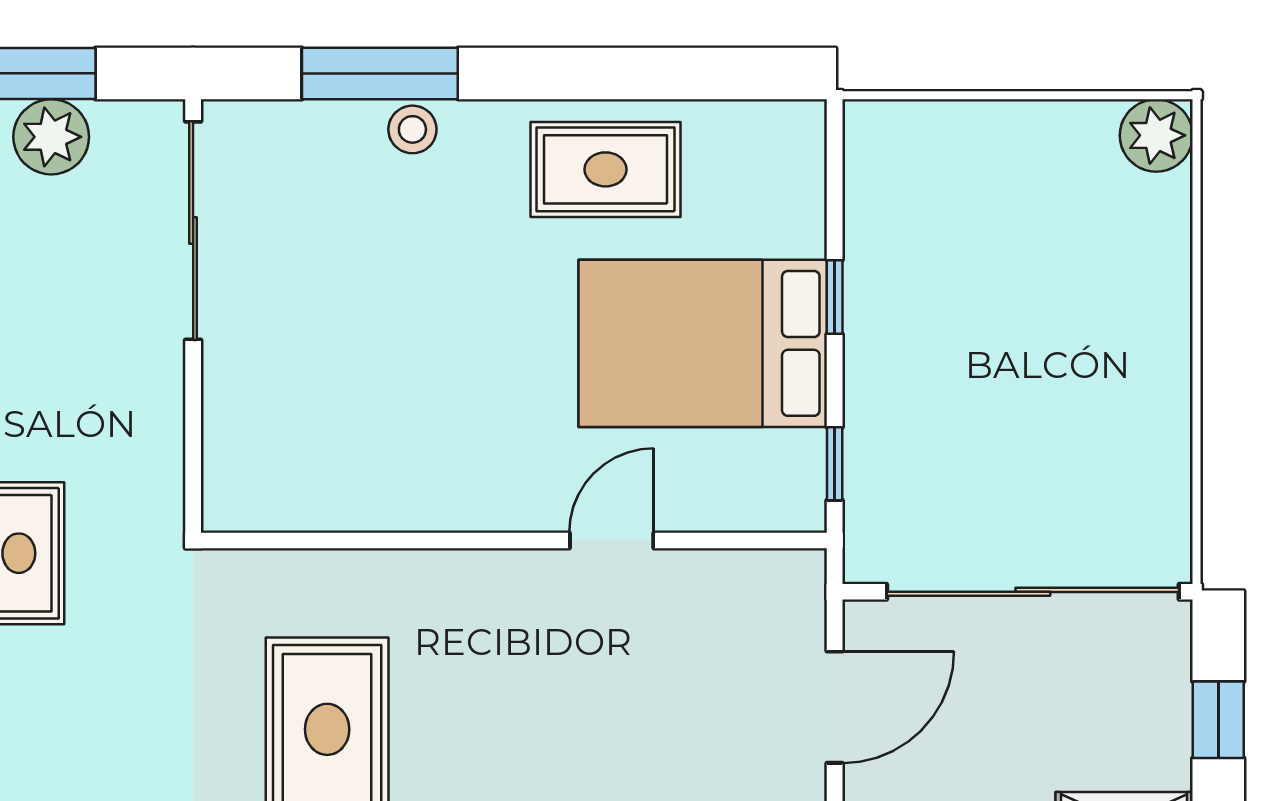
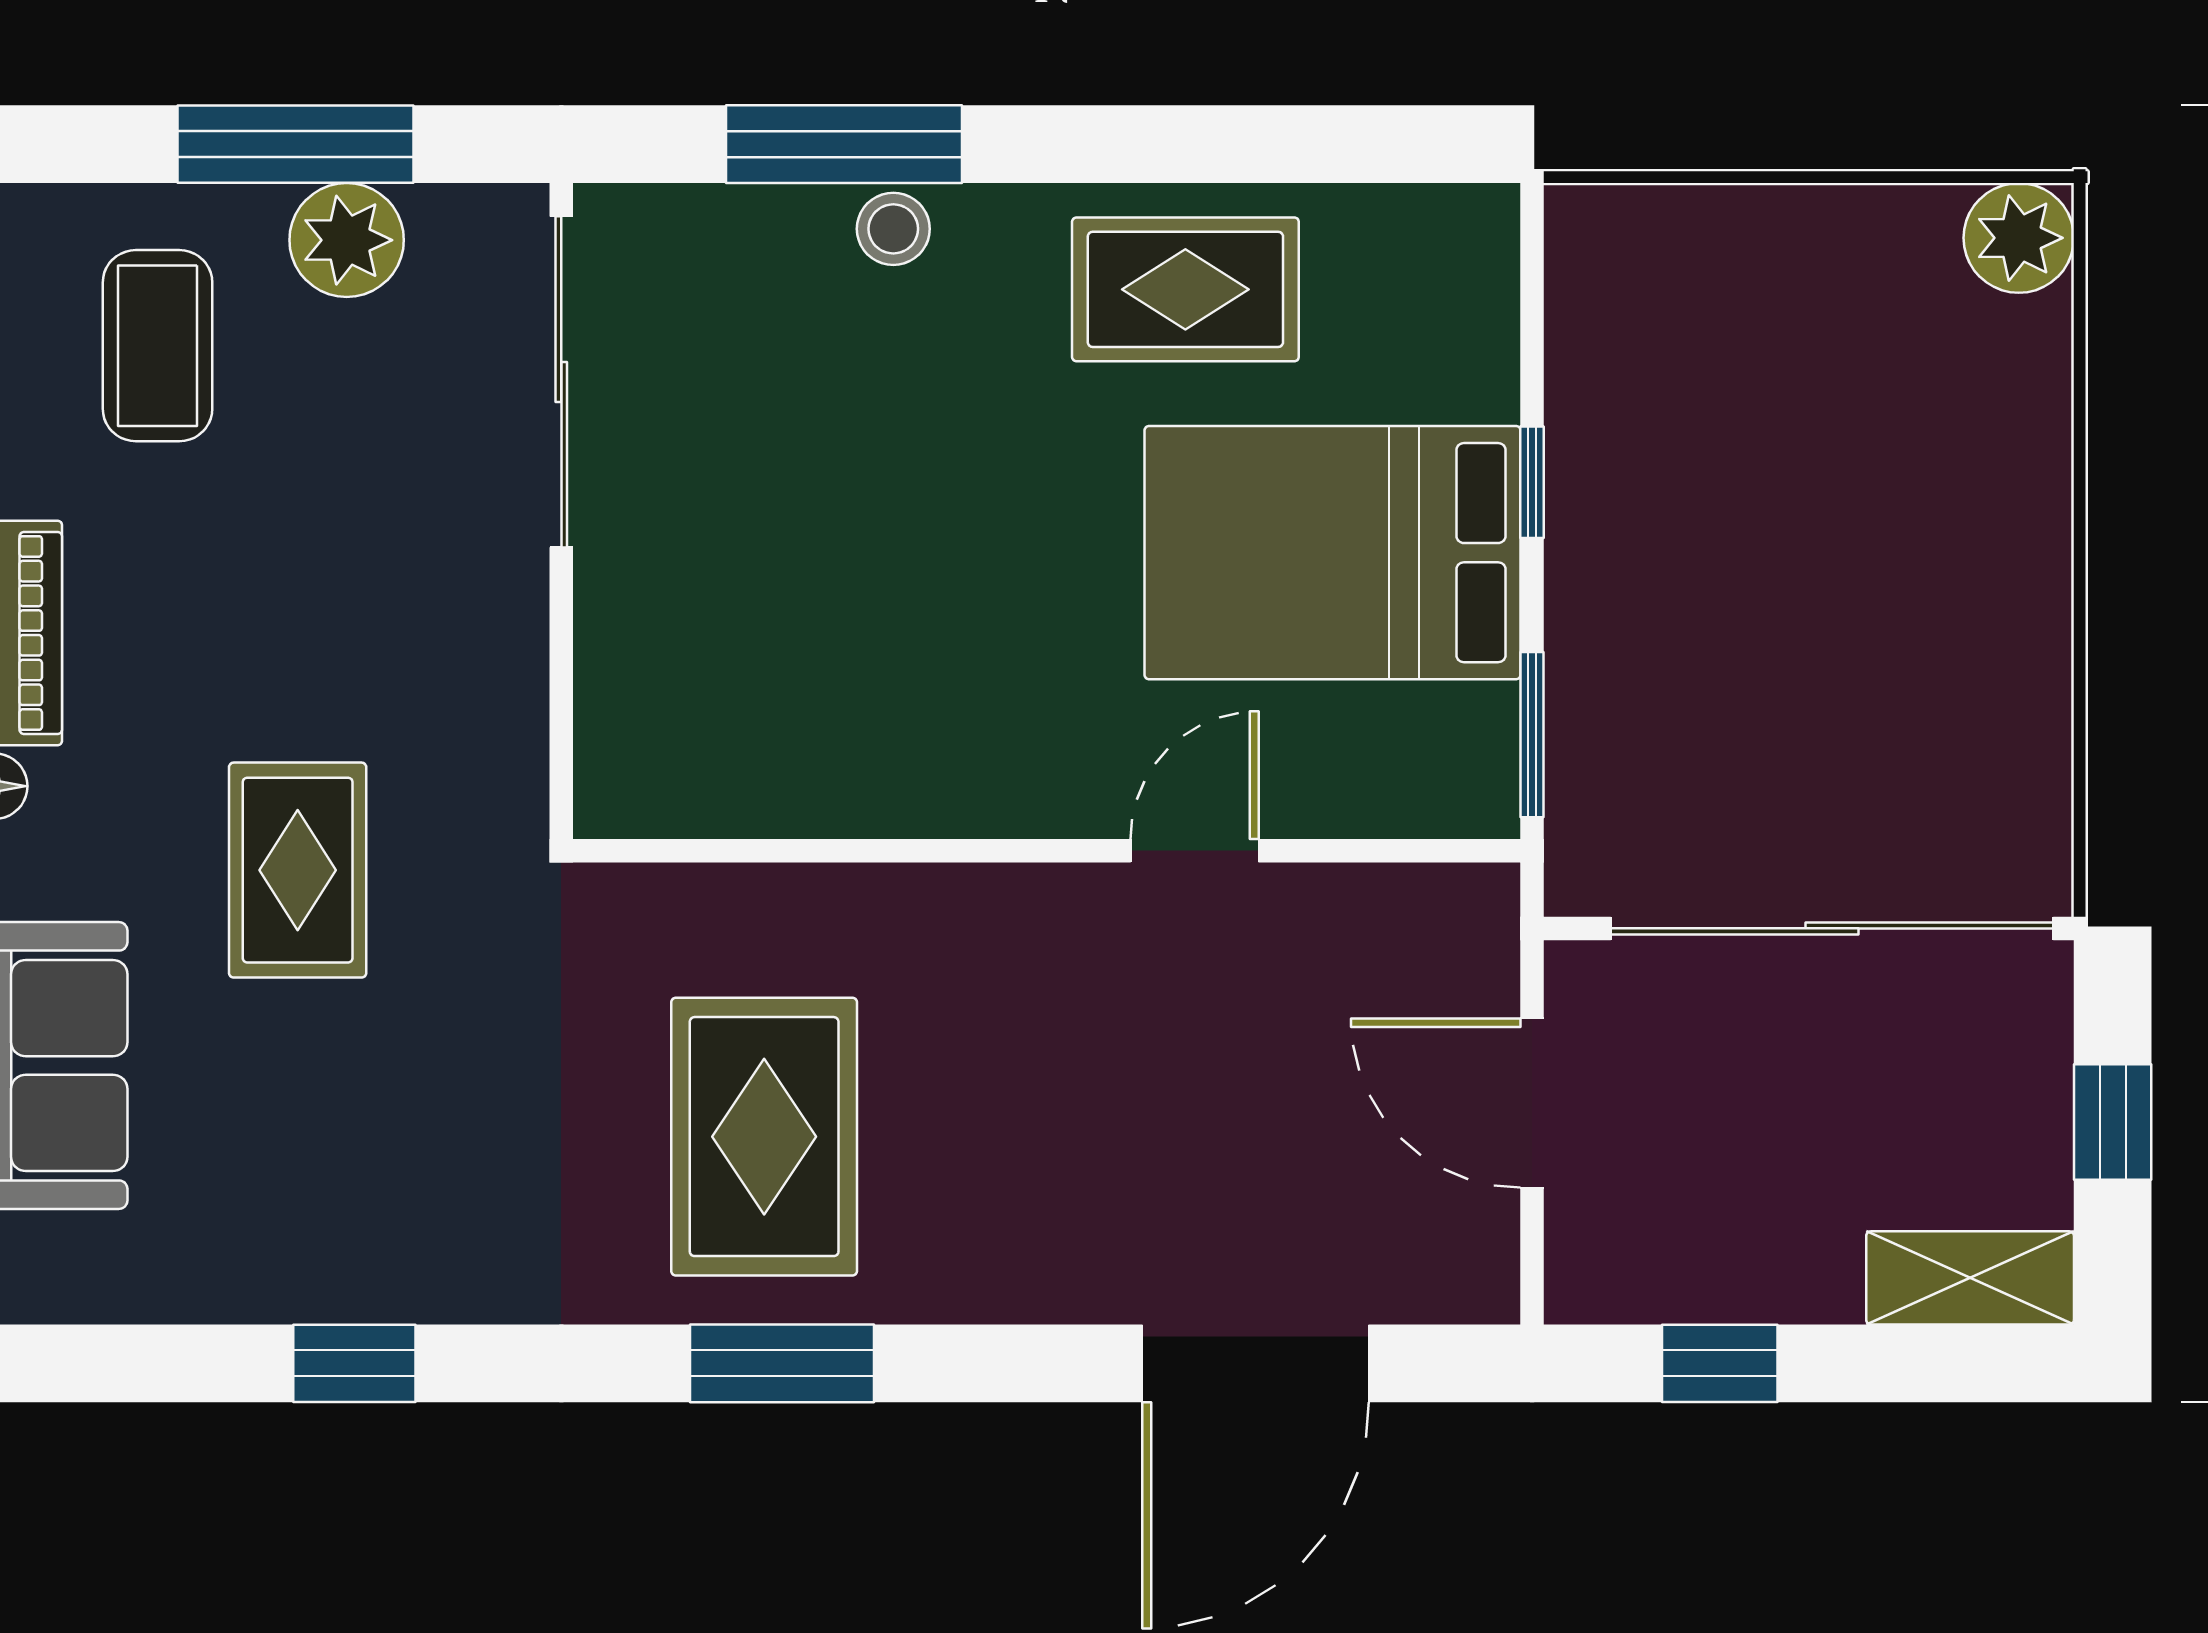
window: (835, 464) -> (1532, 735), width x1.50
door: (835, 707) -> (1532, 1103), swing flipped

